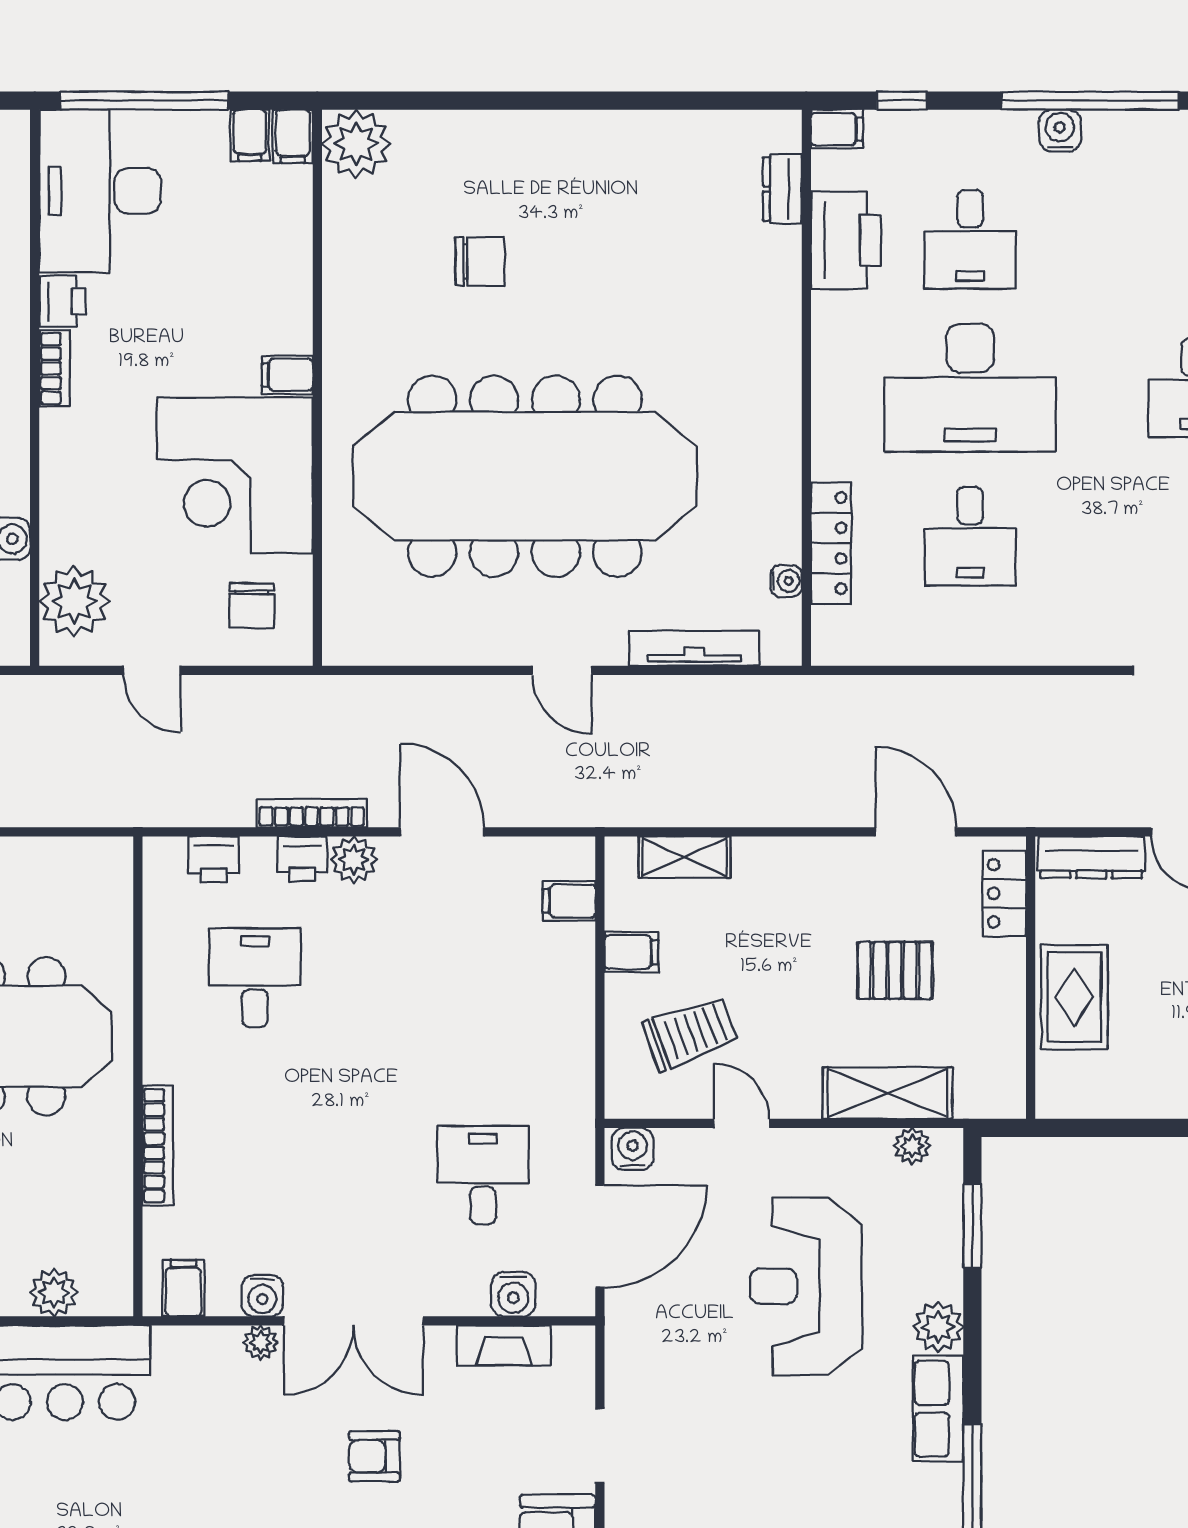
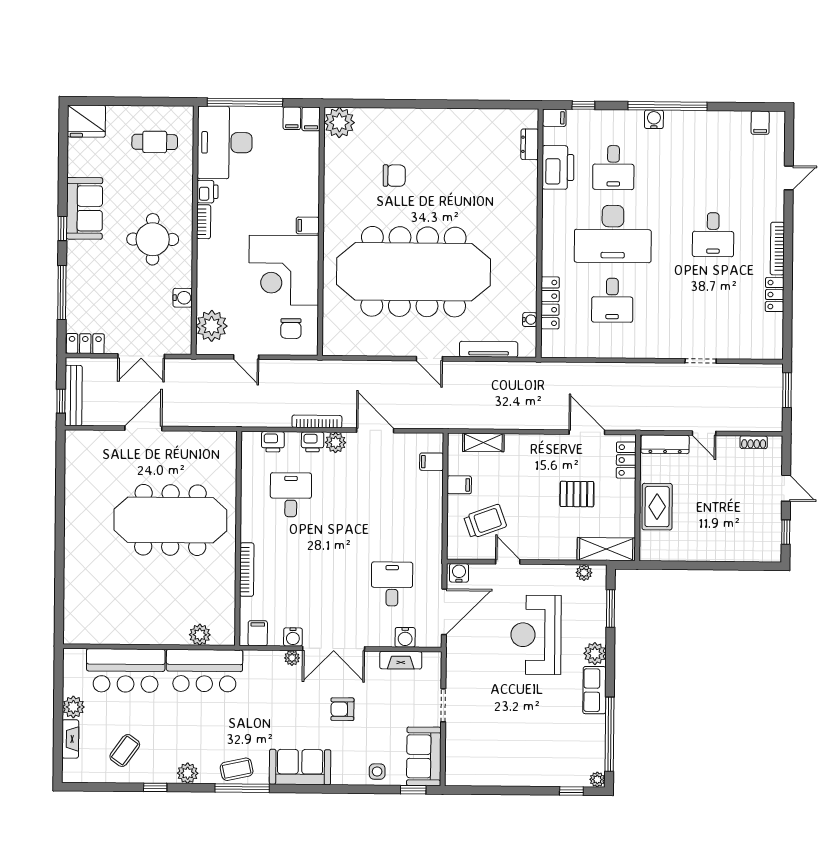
shelving: (887, 1093) -> (606, 549), moved

